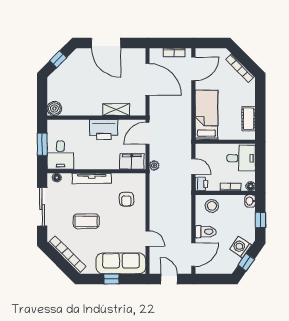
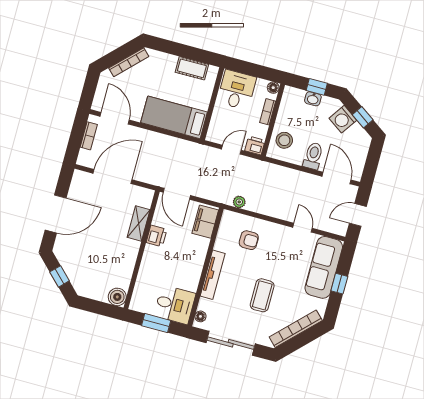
printer: (104, 130) -> (156, 236), width x0.53, depth x0.68
plant: (154, 165) -> (239, 202), moved
washbasin: (250, 201) -> (313, 99), moved
door: (147, 239) -> (302, 228), hinge flipped

